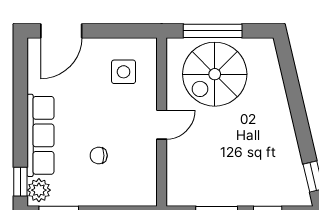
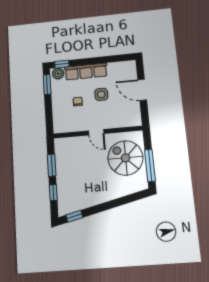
door: (61, 31) -> (142, 90), moved
window: (213, 31) -> (150, 165), moved
side table: (124, 72) -> (101, 94), moved

